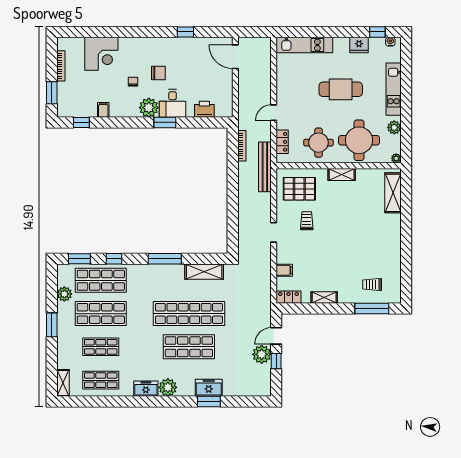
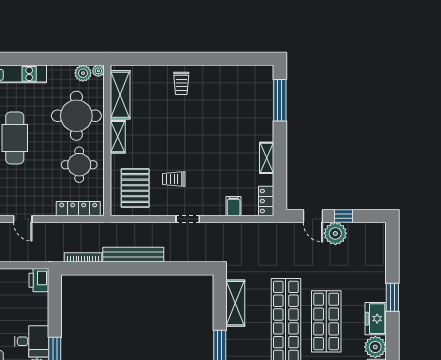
printer: (204, 109) -> (39, 280), moved
door: (274, 113) -> (23, 219), moved
plant: (394, 127) -> (83, 73), moved
locker: (282, 142) -> (78, 209), width x1.53
bench: (265, 167) -> (133, 255), moved
shelving: (393, 193) -> (120, 95), moved, turned 90
trolley: (372, 285) -> (181, 83), moved
freezer: (209, 388) -> (376, 319), moved

